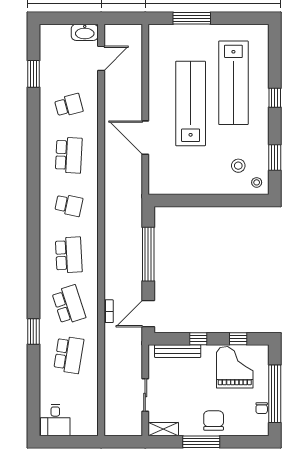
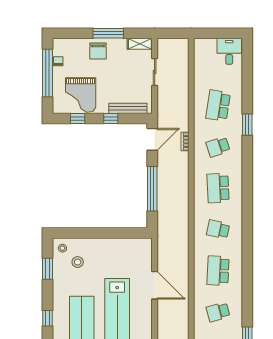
school desk: (69, 305) -> (218, 147), width x0.54

